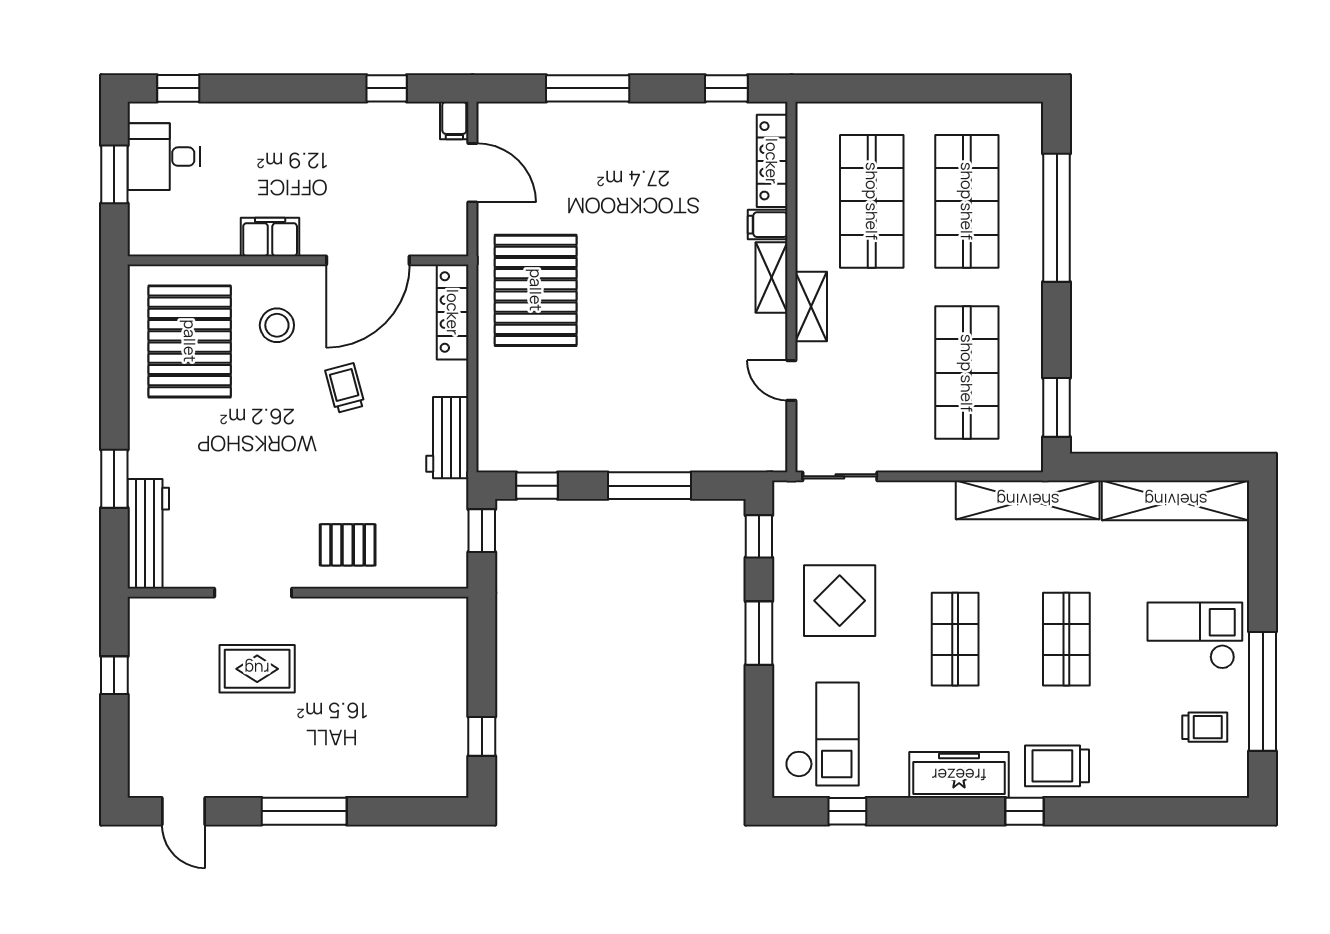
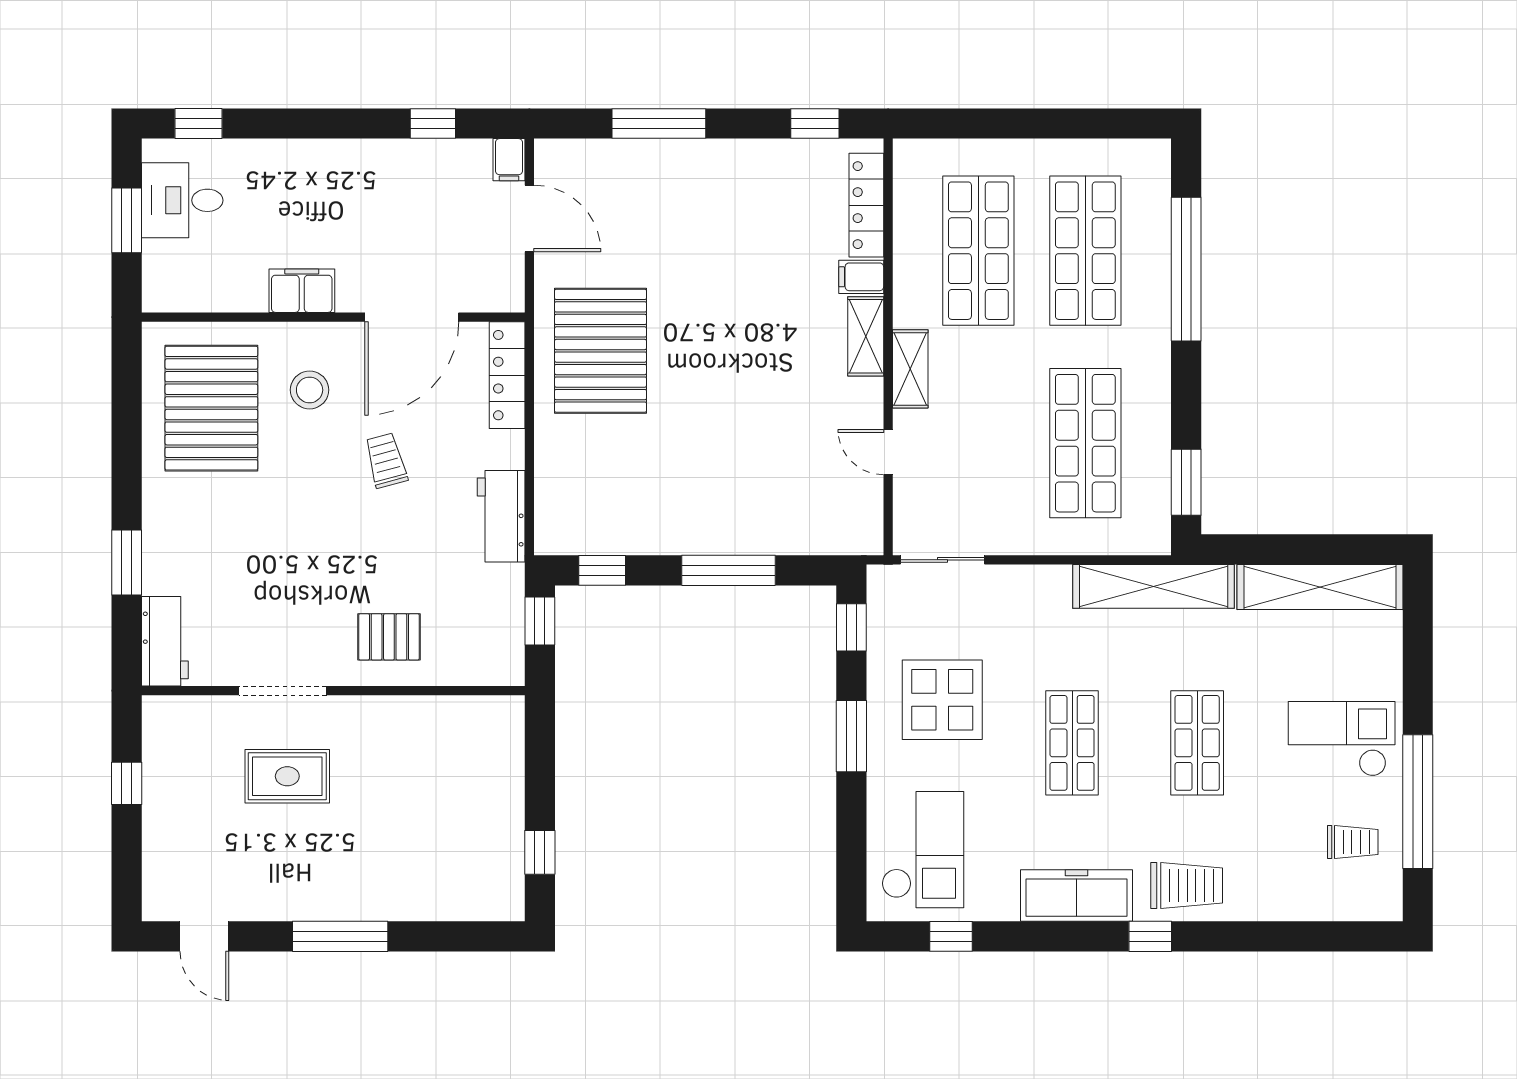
workbench: (148, 534) -> (165, 641), width x0.73
trolley: (1057, 766) -> (1187, 885), turned 180

